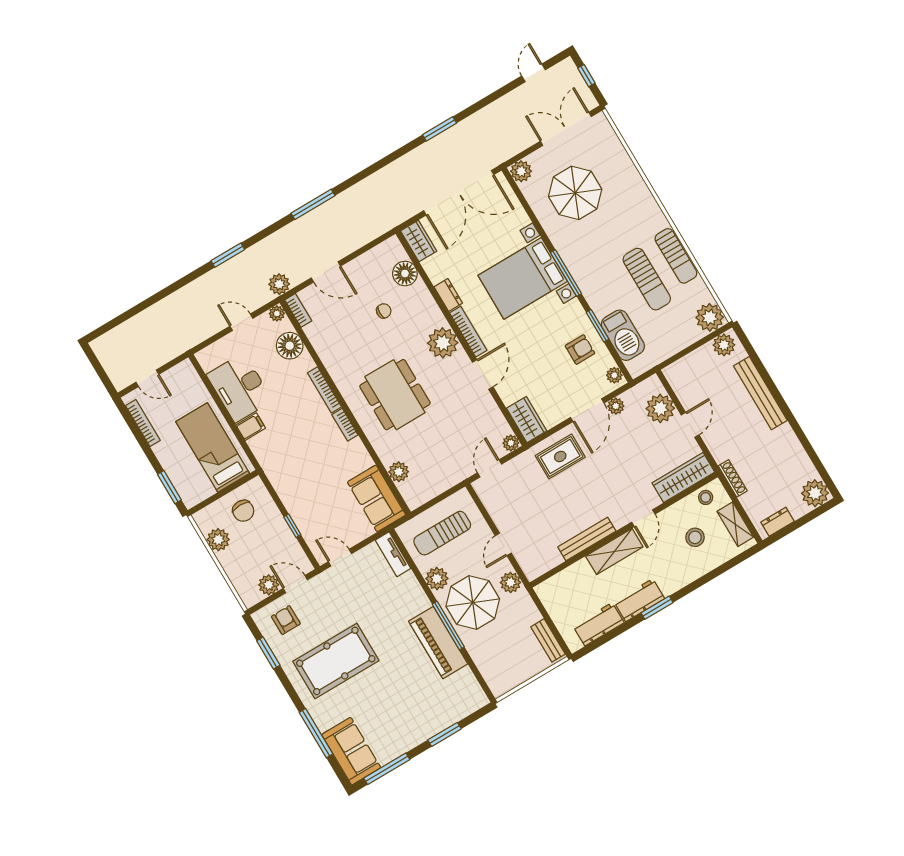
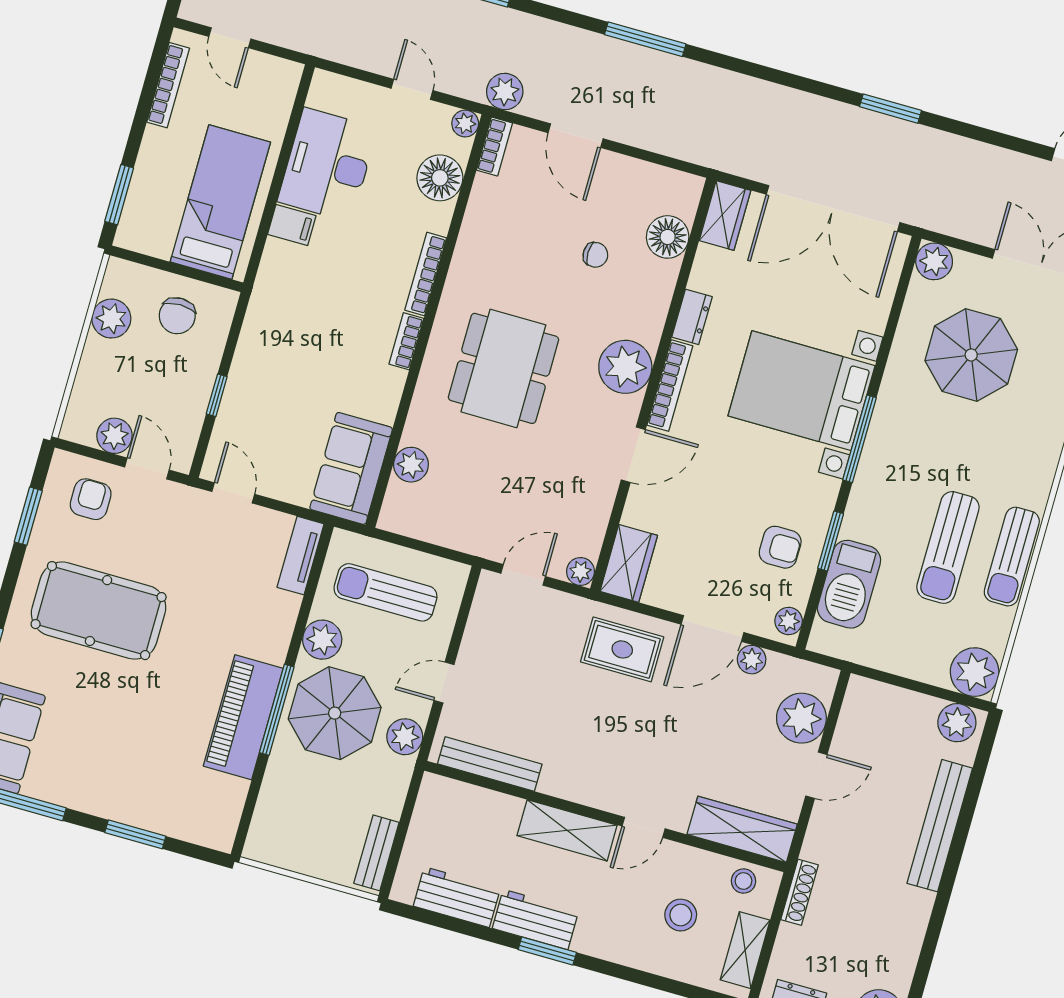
bench: (587, 539) -> (490, 764), moved

